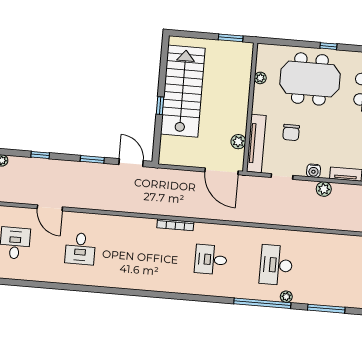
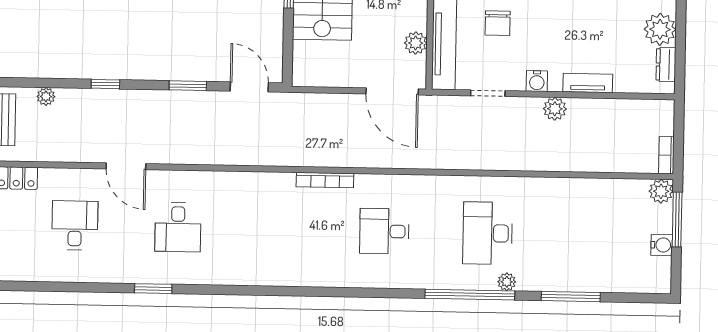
window: (62, 286) -> (153, 289), added

